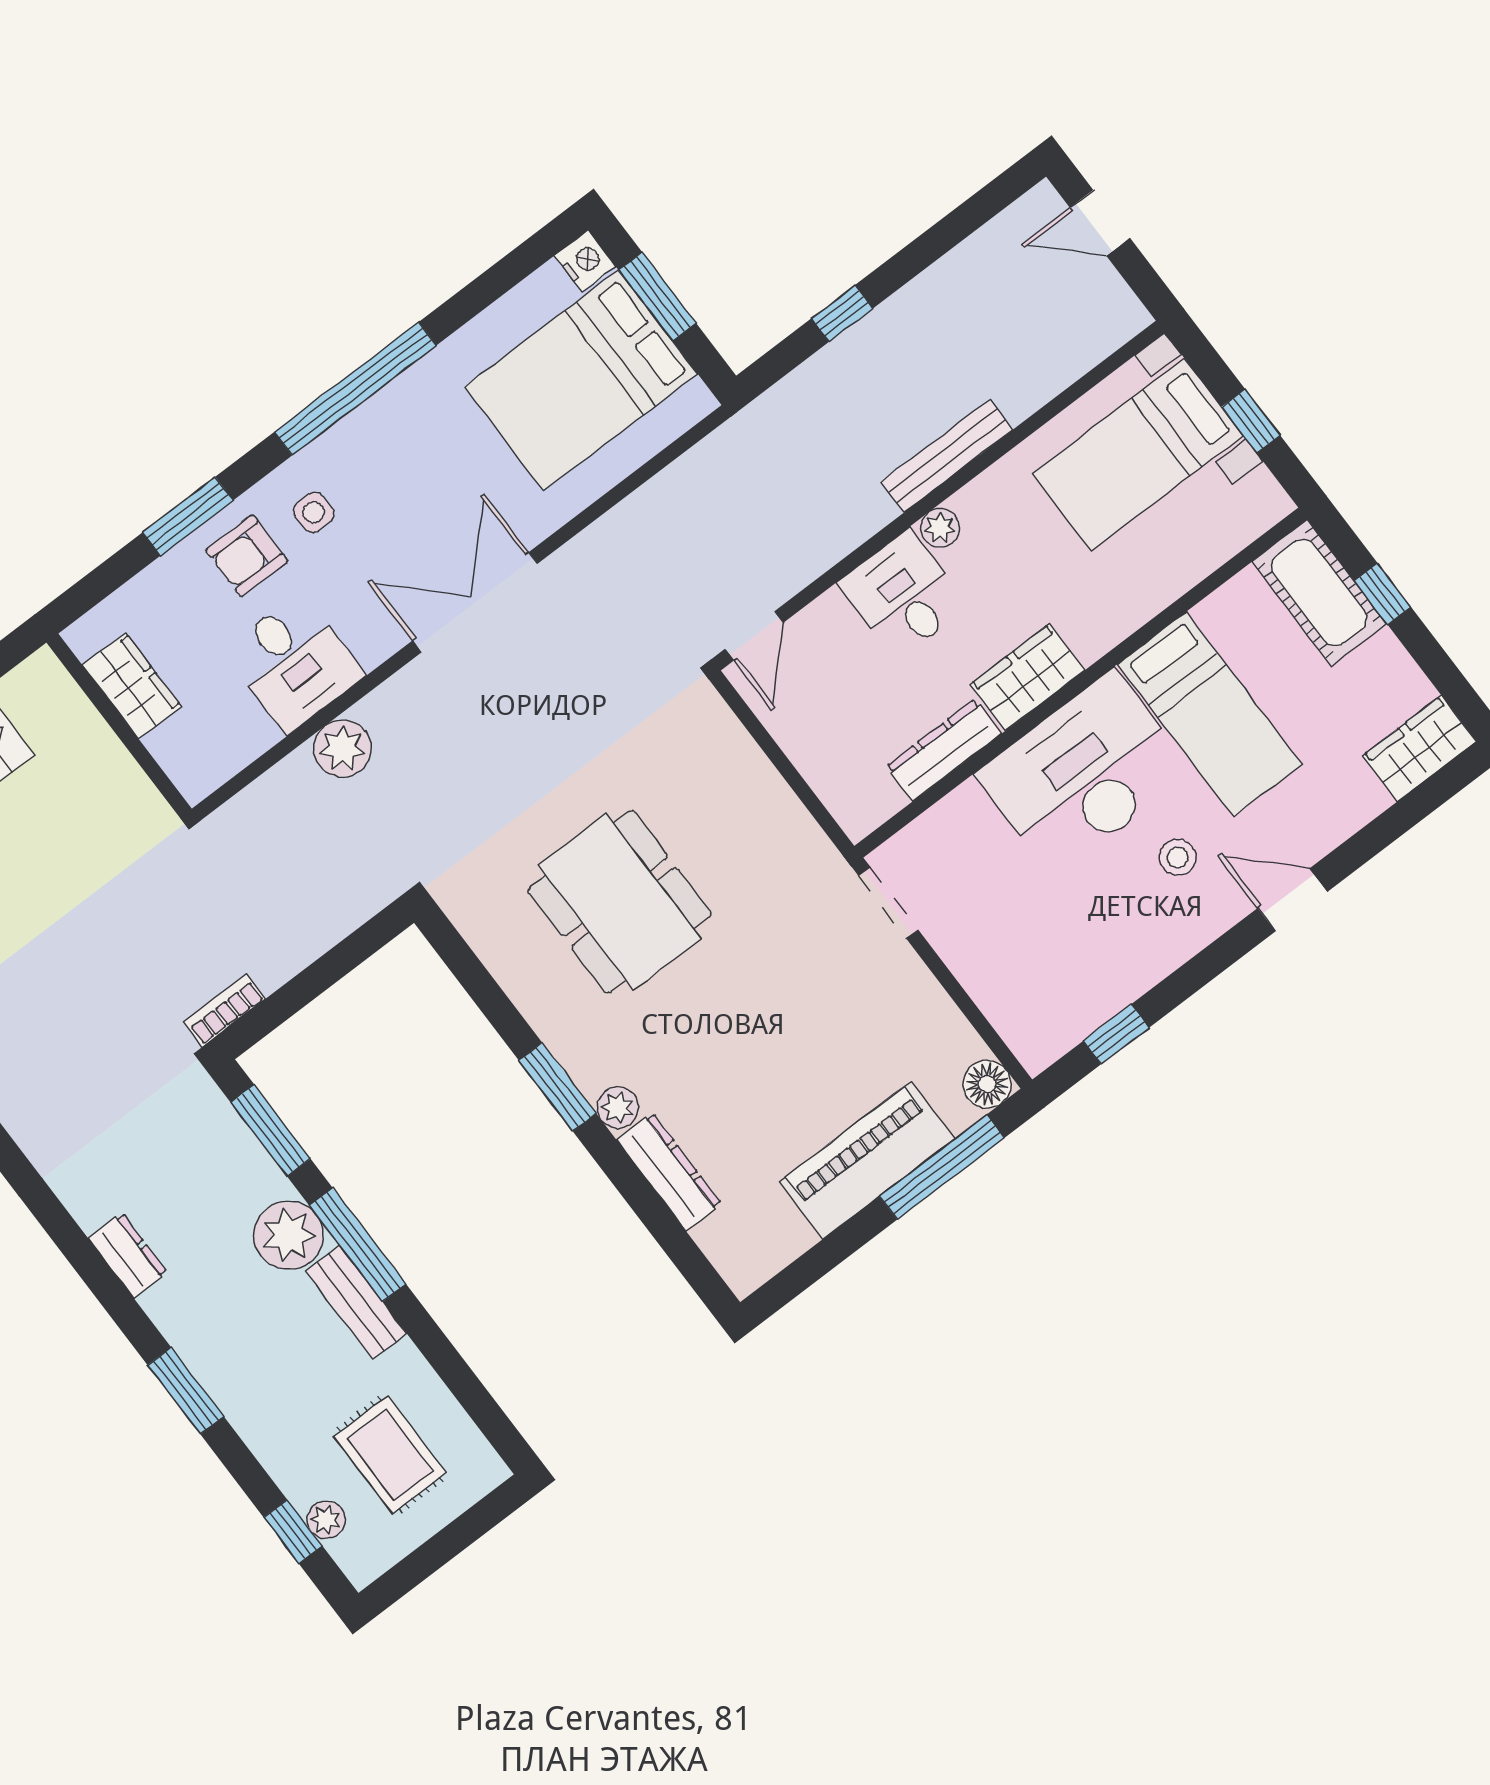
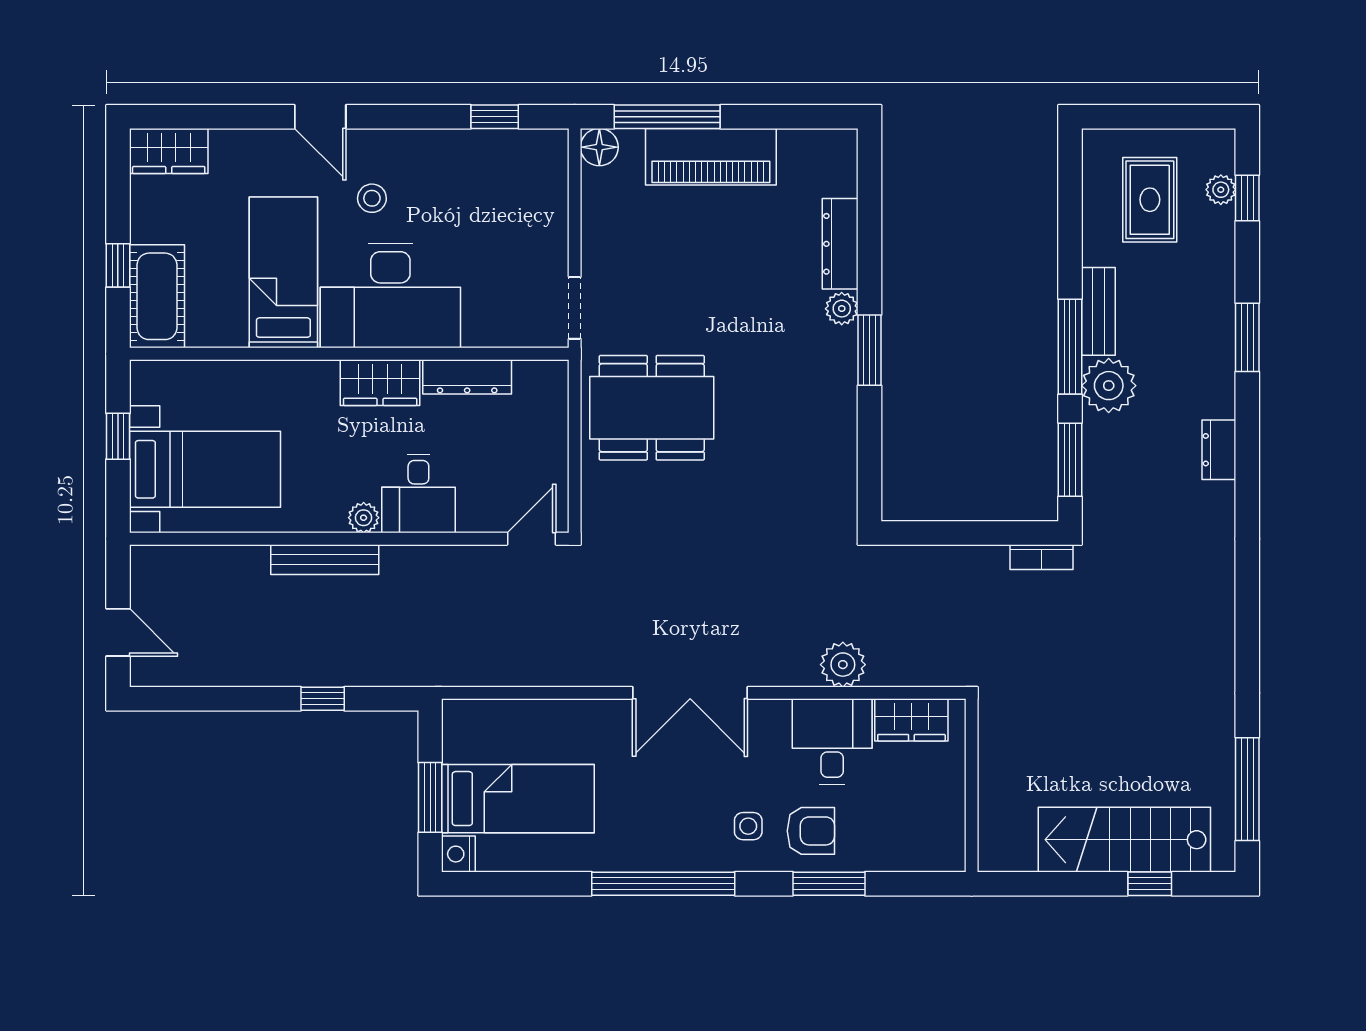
bed: (581, 380) -> (518, 799), width x0.67
wardrobe: (132, 686) -> (911, 720), moved, turned -90
dining table: (620, 902) -> (652, 408), moved, turned 90

